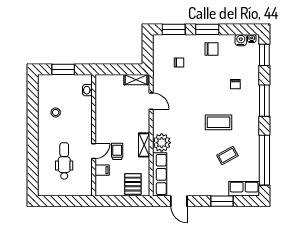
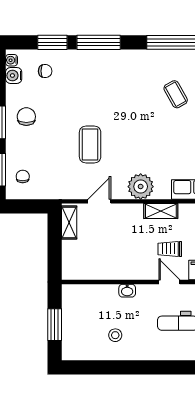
window: (264, 55) -> (52, 42), moved
chair: (179, 63) -> (23, 176), moved
chair: (235, 84) -> (45, 71), moved
washbasin: (87, 90) -> (127, 291), moved
coffee table: (218, 122) -> (90, 144), moved
plant: (162, 143) -> (141, 187), moved

